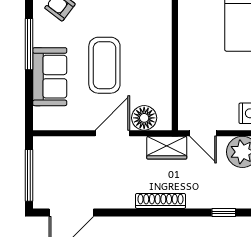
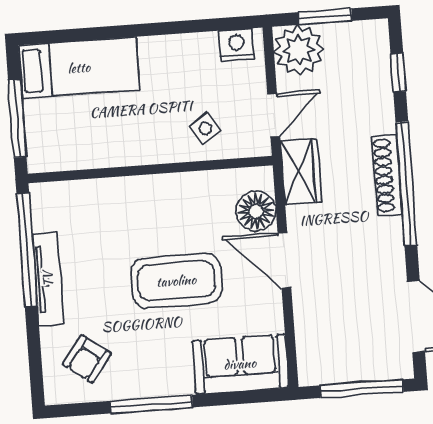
sofa: (50, 77) -> (240, 364), moved
side table: (198, 90) -> (205, 128), added
window: (154, 213) -> (406, 184), added

